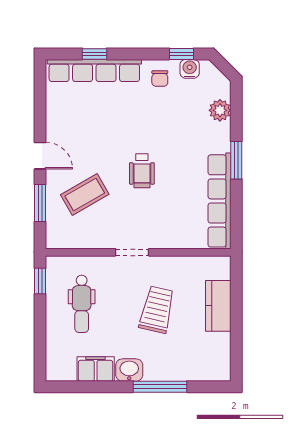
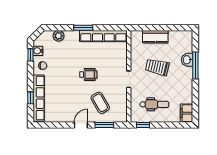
filing cabinet: (96, 369) -> (187, 113), moved
washbasin: (129, 370) -> (187, 60), moved

